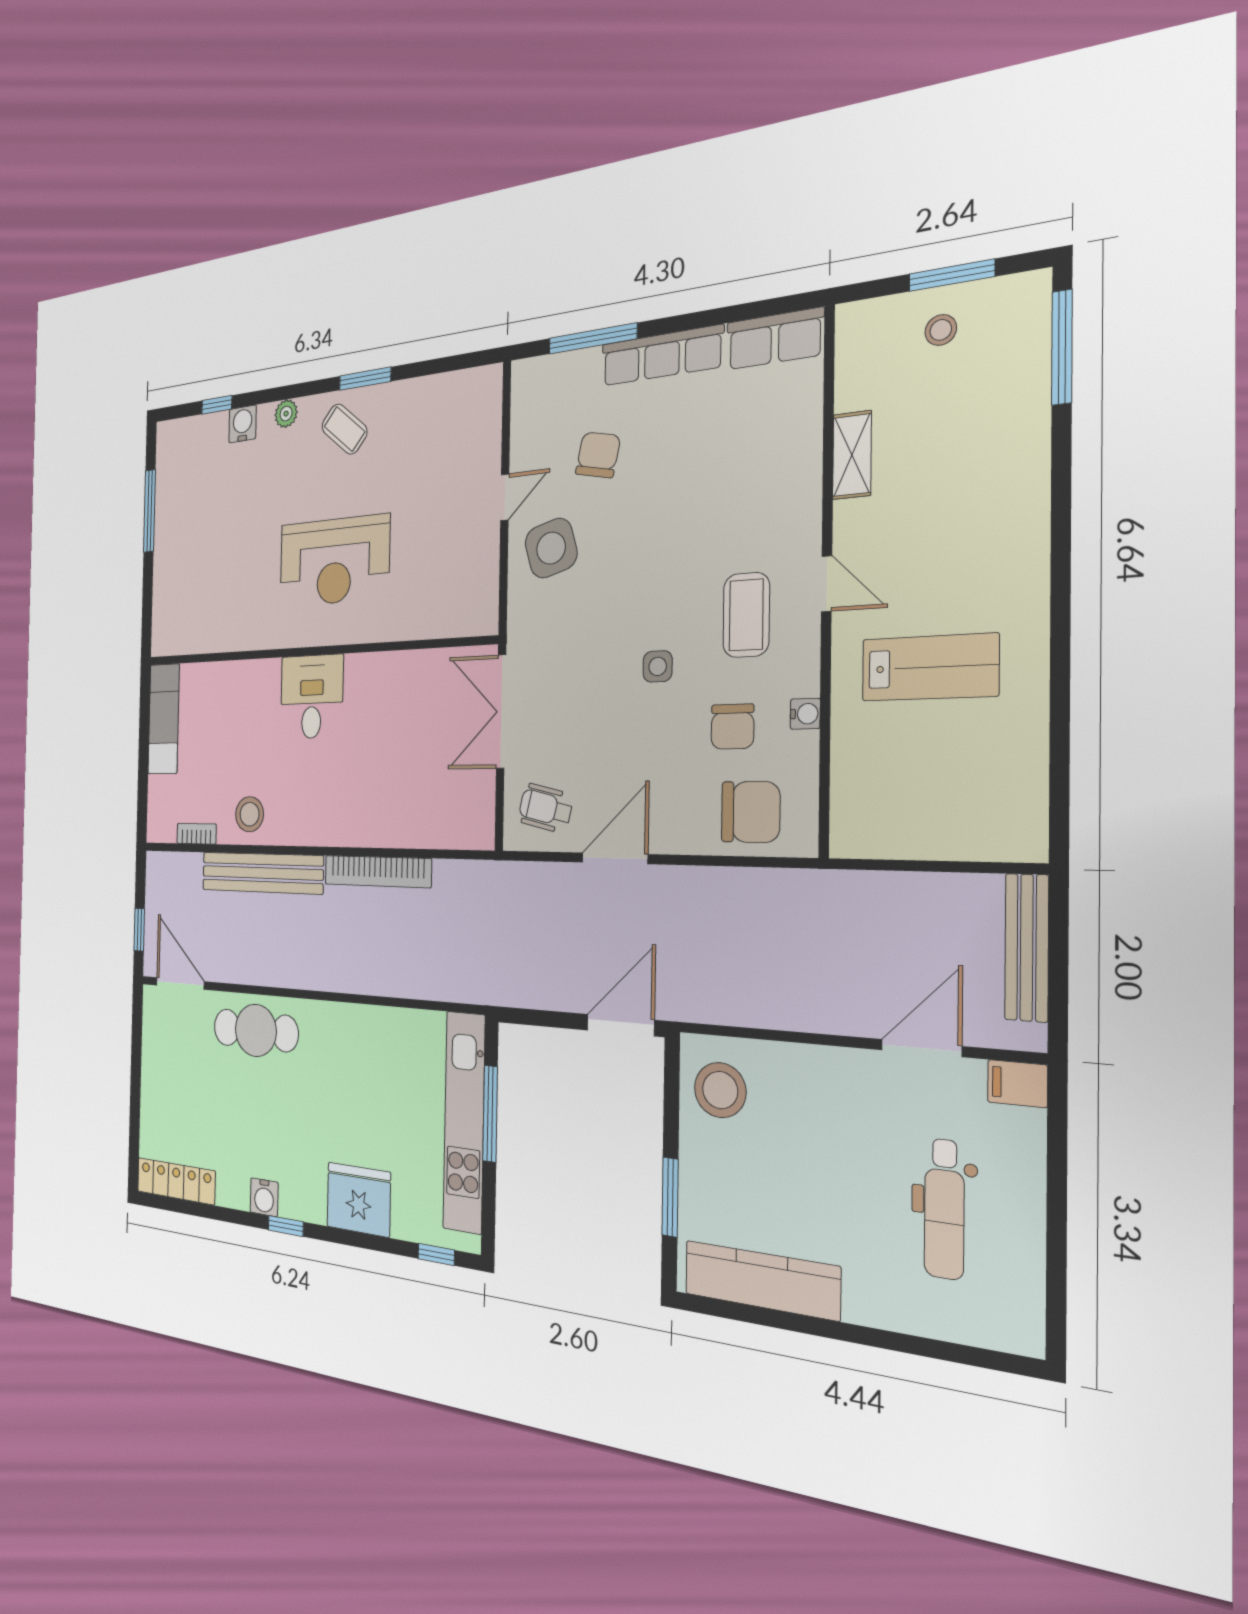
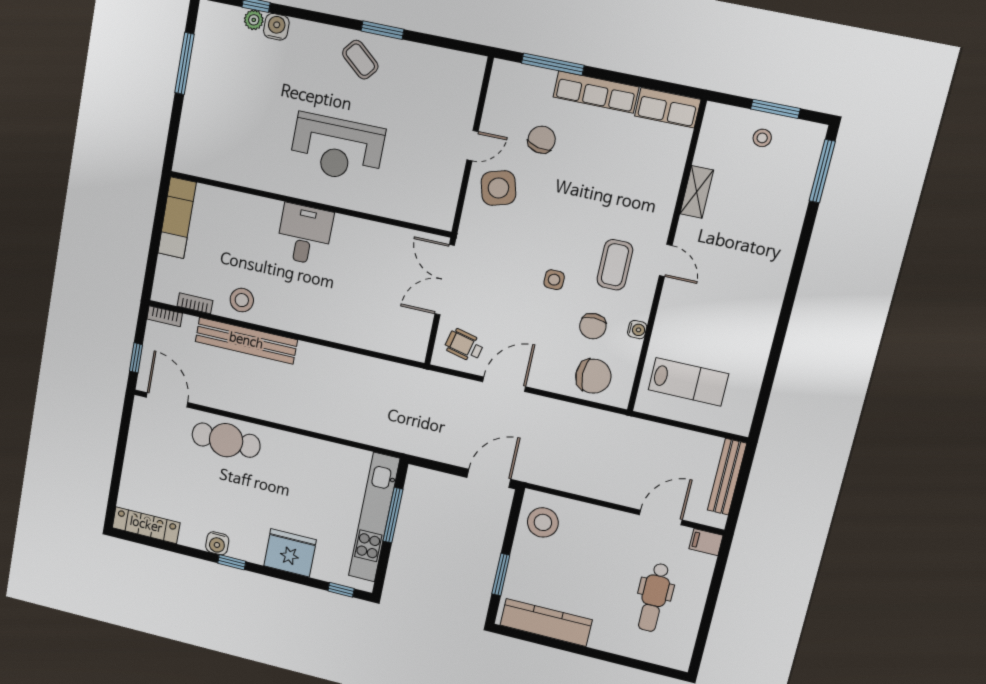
plant: (286, 414) -> (254, 20), moved
lab bench: (930, 667) -> (688, 382), moved
bookcase: (377, 872) -> (165, 316), moved, width x0.43, depth x0.76

